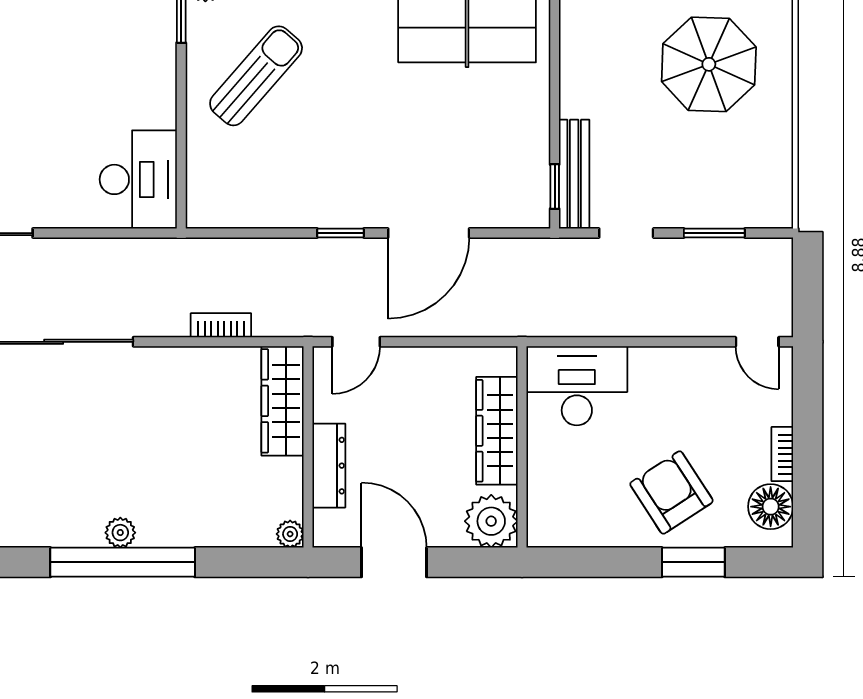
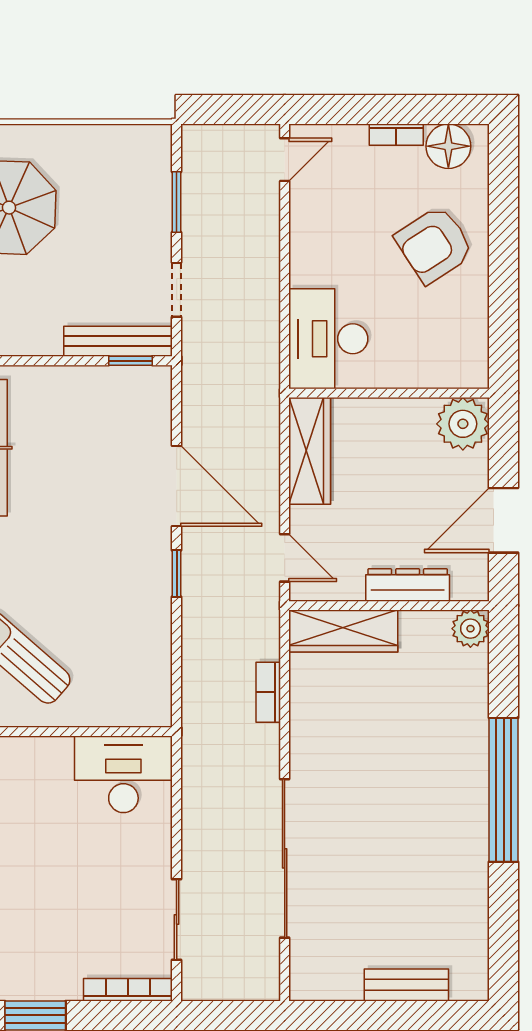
wardrobe: (497, 431) -> (310, 451), moved, turned -90
plant: (120, 533) -> (474, 792), removed
plant: (290, 534) -> (470, 629), width x1.38, depth x1.38
window: (693, 562) -> (504, 223), removed

